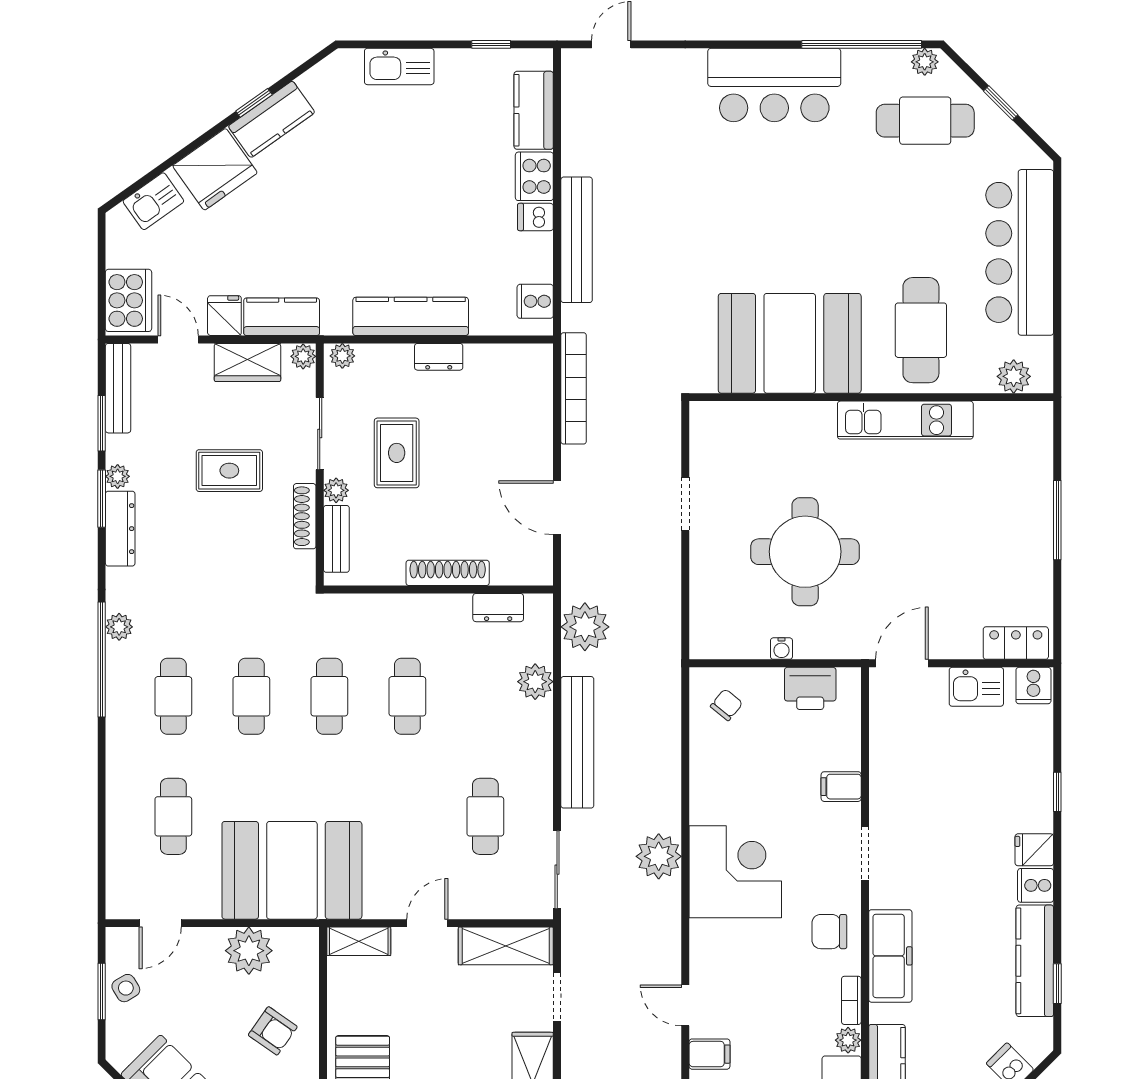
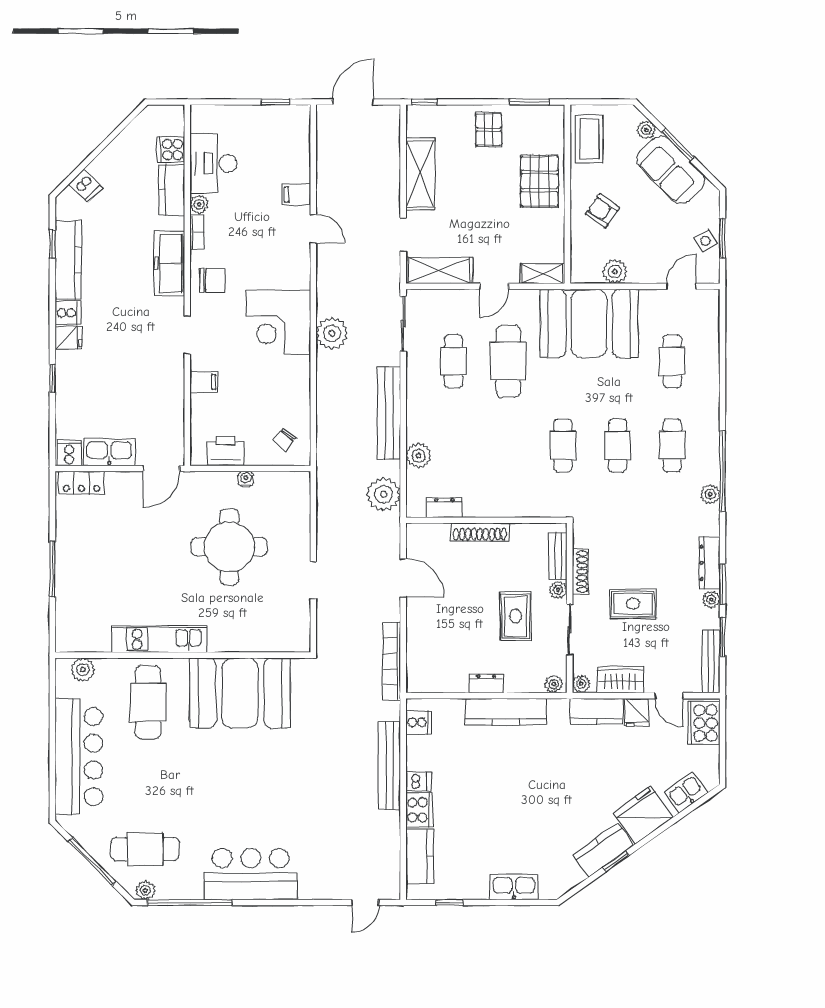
window: (1001, 103) -> (92, 861), width x2.17
kitchen sink: (976, 687) -> (109, 452), width x1.38
cafe table: (407, 696) -> (508, 361), moved, width x1.37, depth x1.35
plant: (249, 951) -> (615, 271), width x0.73, depth x0.73

